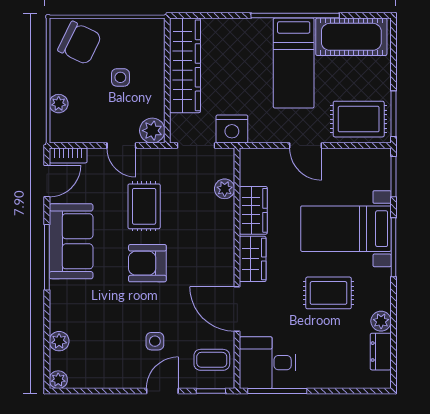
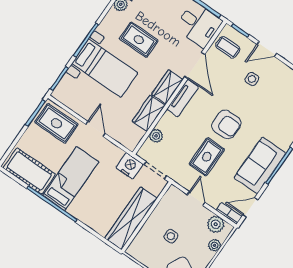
plant: (152, 131) -> (216, 224), moved
tv unit: (224, 258) -> (183, 98), added

